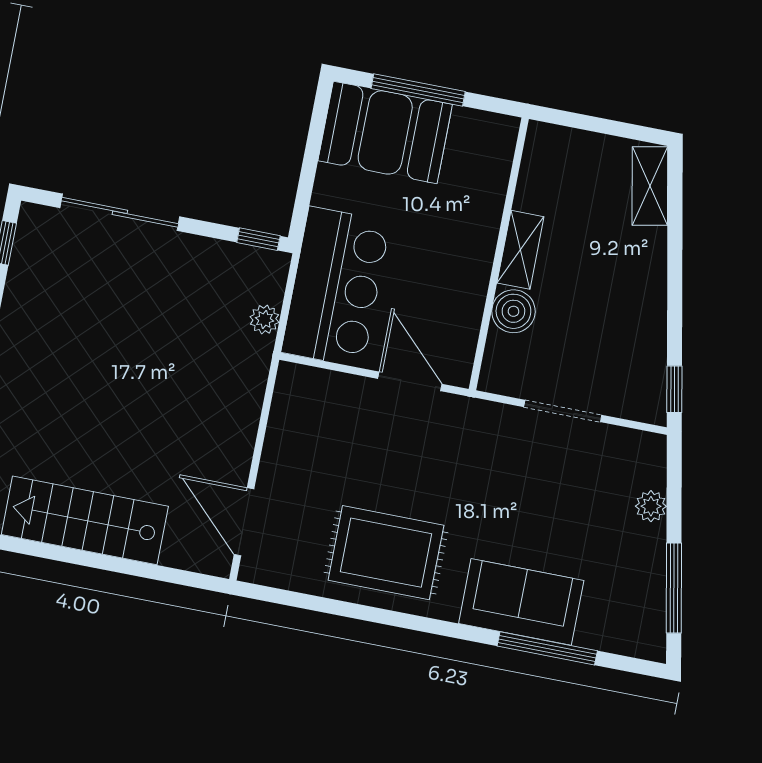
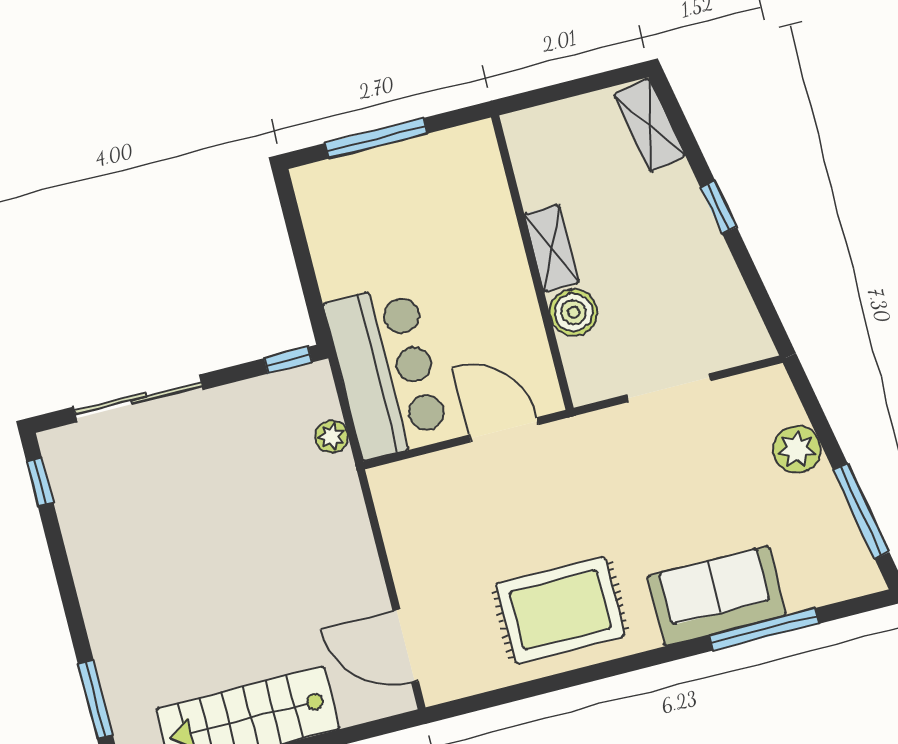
booth: (385, 132) -> (363, 196), removed
window: (674, 389) -> (719, 207), moved
plant: (651, 506) -> (797, 449), width x1.38, depth x1.38

